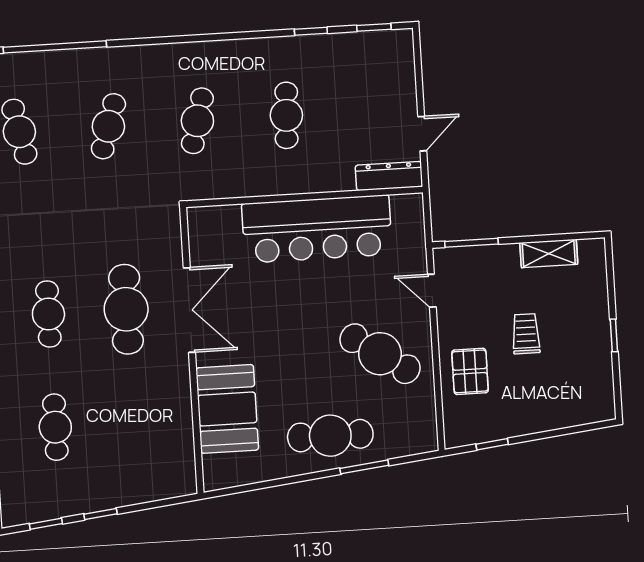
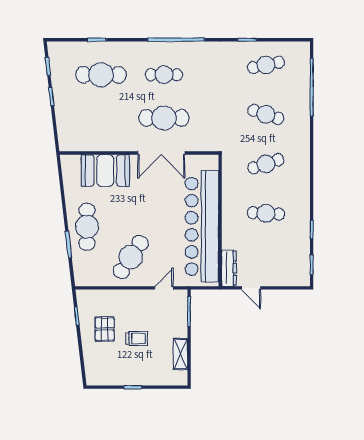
cafe table: (197, 121) -> (266, 164), turned -33
bar counter: (317, 229) -> (202, 226), width x1.36
pallet: (470, 371) -> (105, 329), moved, turned 90
cafe table: (55, 427) -> (101, 75), width x1.37, depth x1.35

